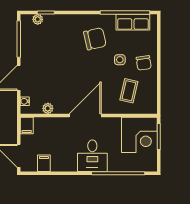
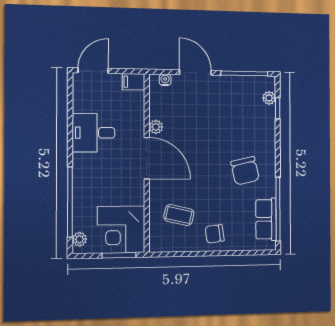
side table: (120, 60) -> (219, 203), removed
plant: (48, 108) -> (156, 127), moved
desk: (92, 156) -> (94, 133), moved
filing cabinet: (44, 163) -> (83, 104), removed
plant: (146, 166) -> (80, 239), added

